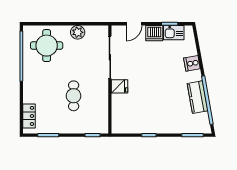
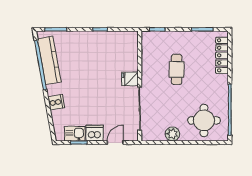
kitchen counter: (198, 97) -> (49, 60), width x1.50
locker: (29, 116) -> (222, 55), width x1.53

